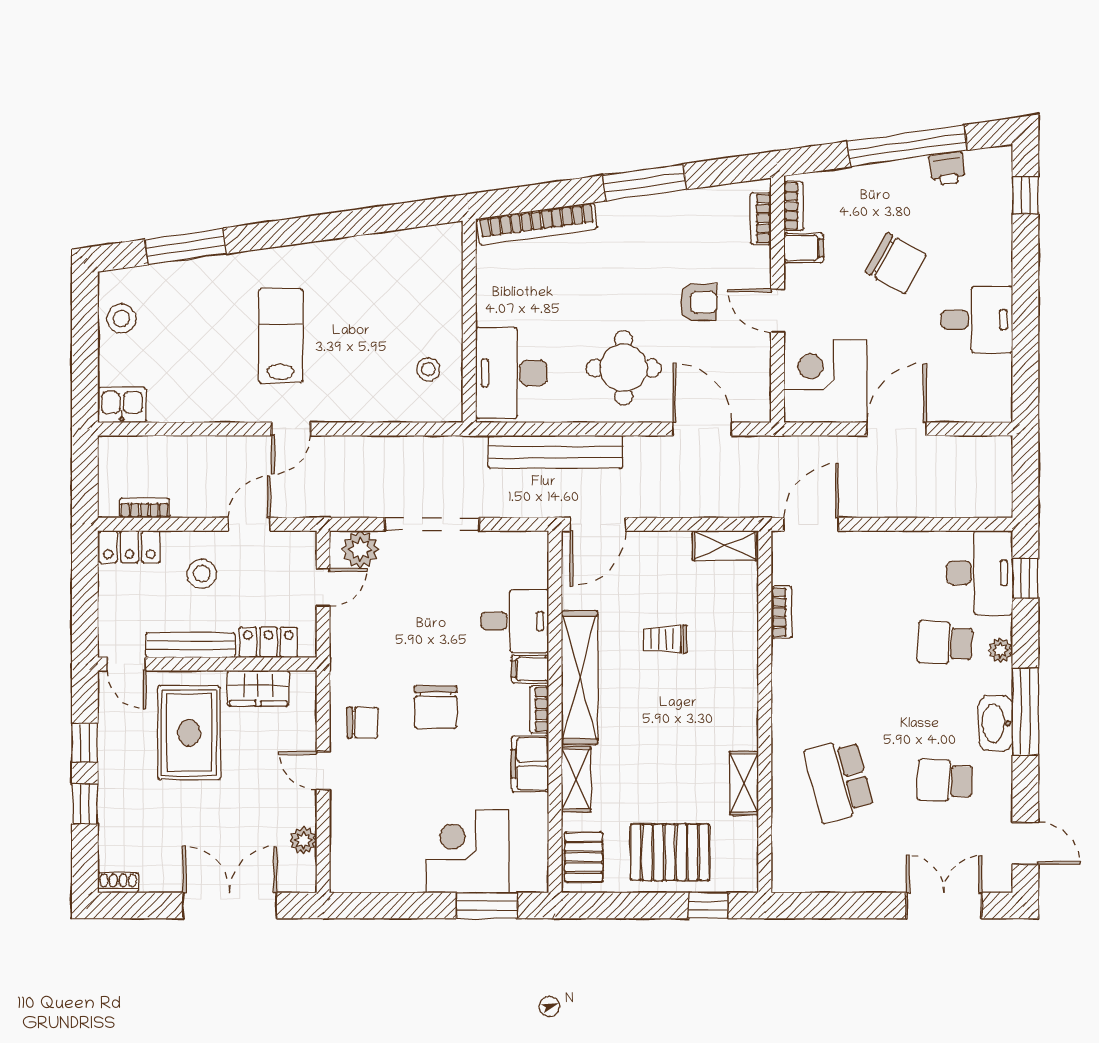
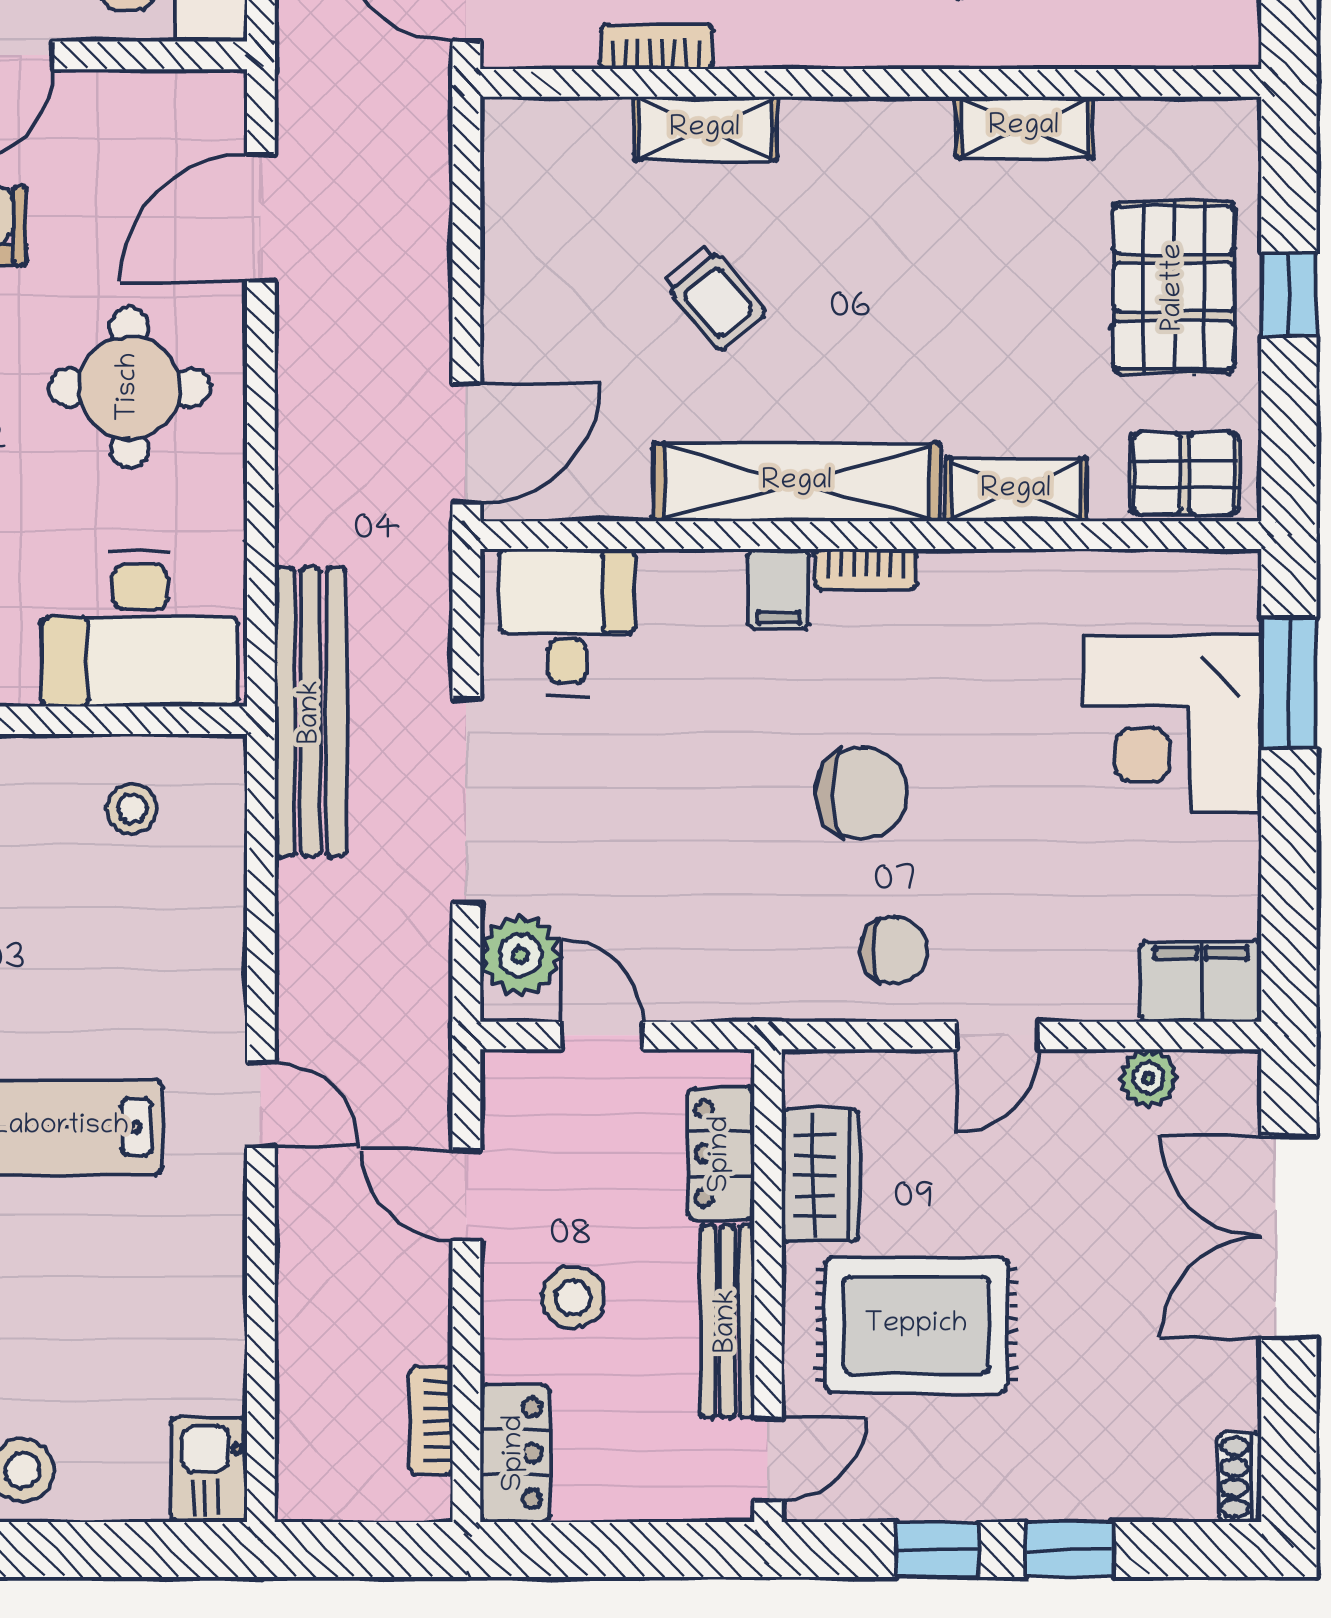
bench: (555, 452) -> (311, 712), moved
door: (598, 524) -> (466, 443), hinge flipped
shelving: (725, 545) -> (705, 129), moved, turned 90
desk: (515, 621) -> (567, 622), moved
trolley: (665, 639) -> (714, 298), turned -40
chair: (363, 723) -> (894, 950), turned 90
filing cabinet: (530, 764) -> (1201, 981), moved, turned 180
window: (708, 906) -> (1289, 295), moved

